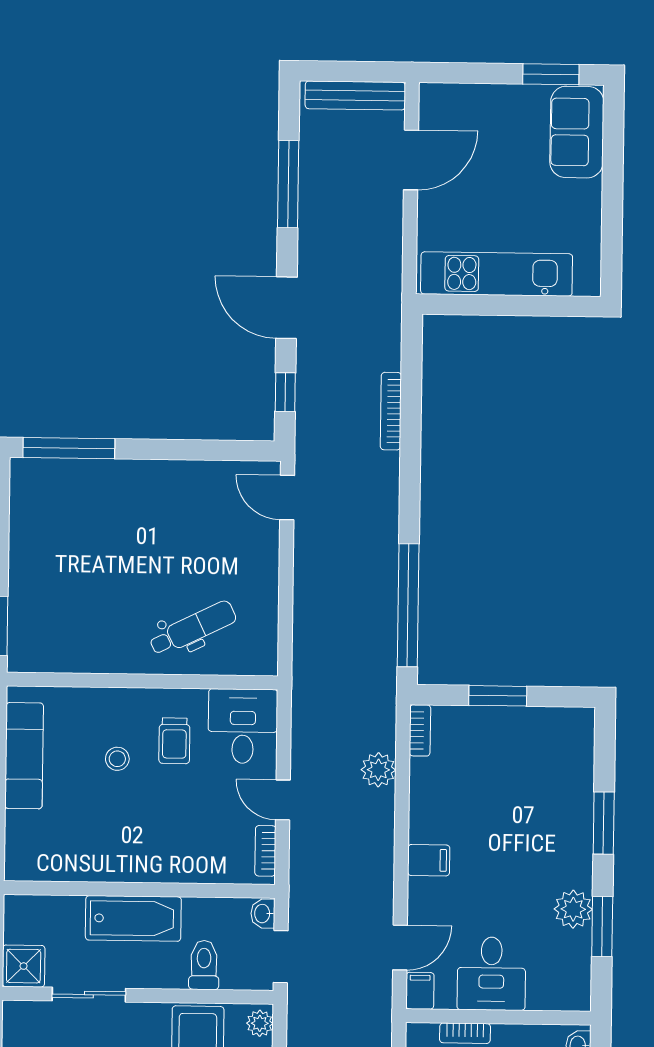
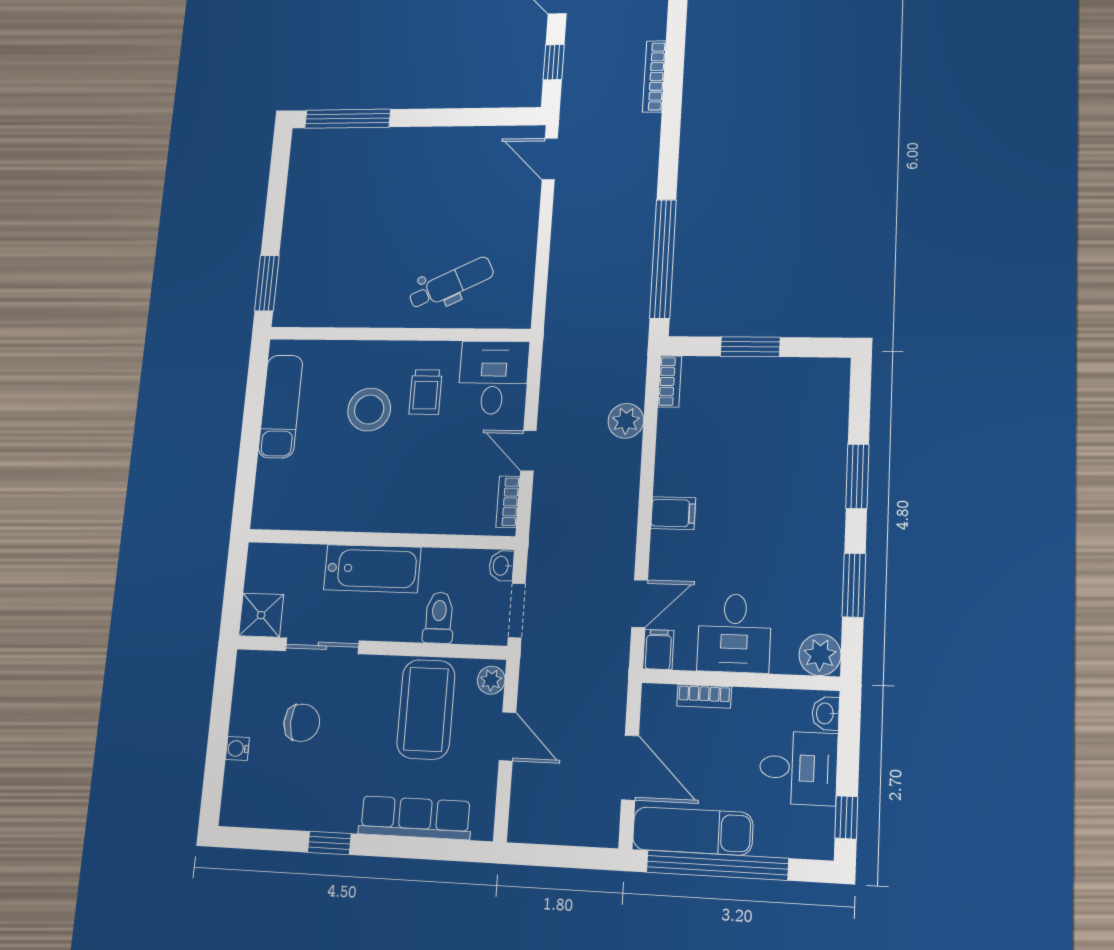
stool: (117, 759) -> (369, 410), width x1.89, depth x1.89
plant: (573, 909) -> (820, 655), moved

